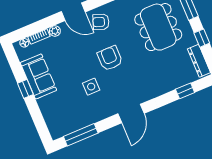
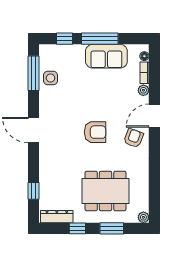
side table: (91, 87) -> (50, 78), moved
window: (25, 89) -> (100, 39), width x2.17
window: (39, 120) -> (64, 39), added

